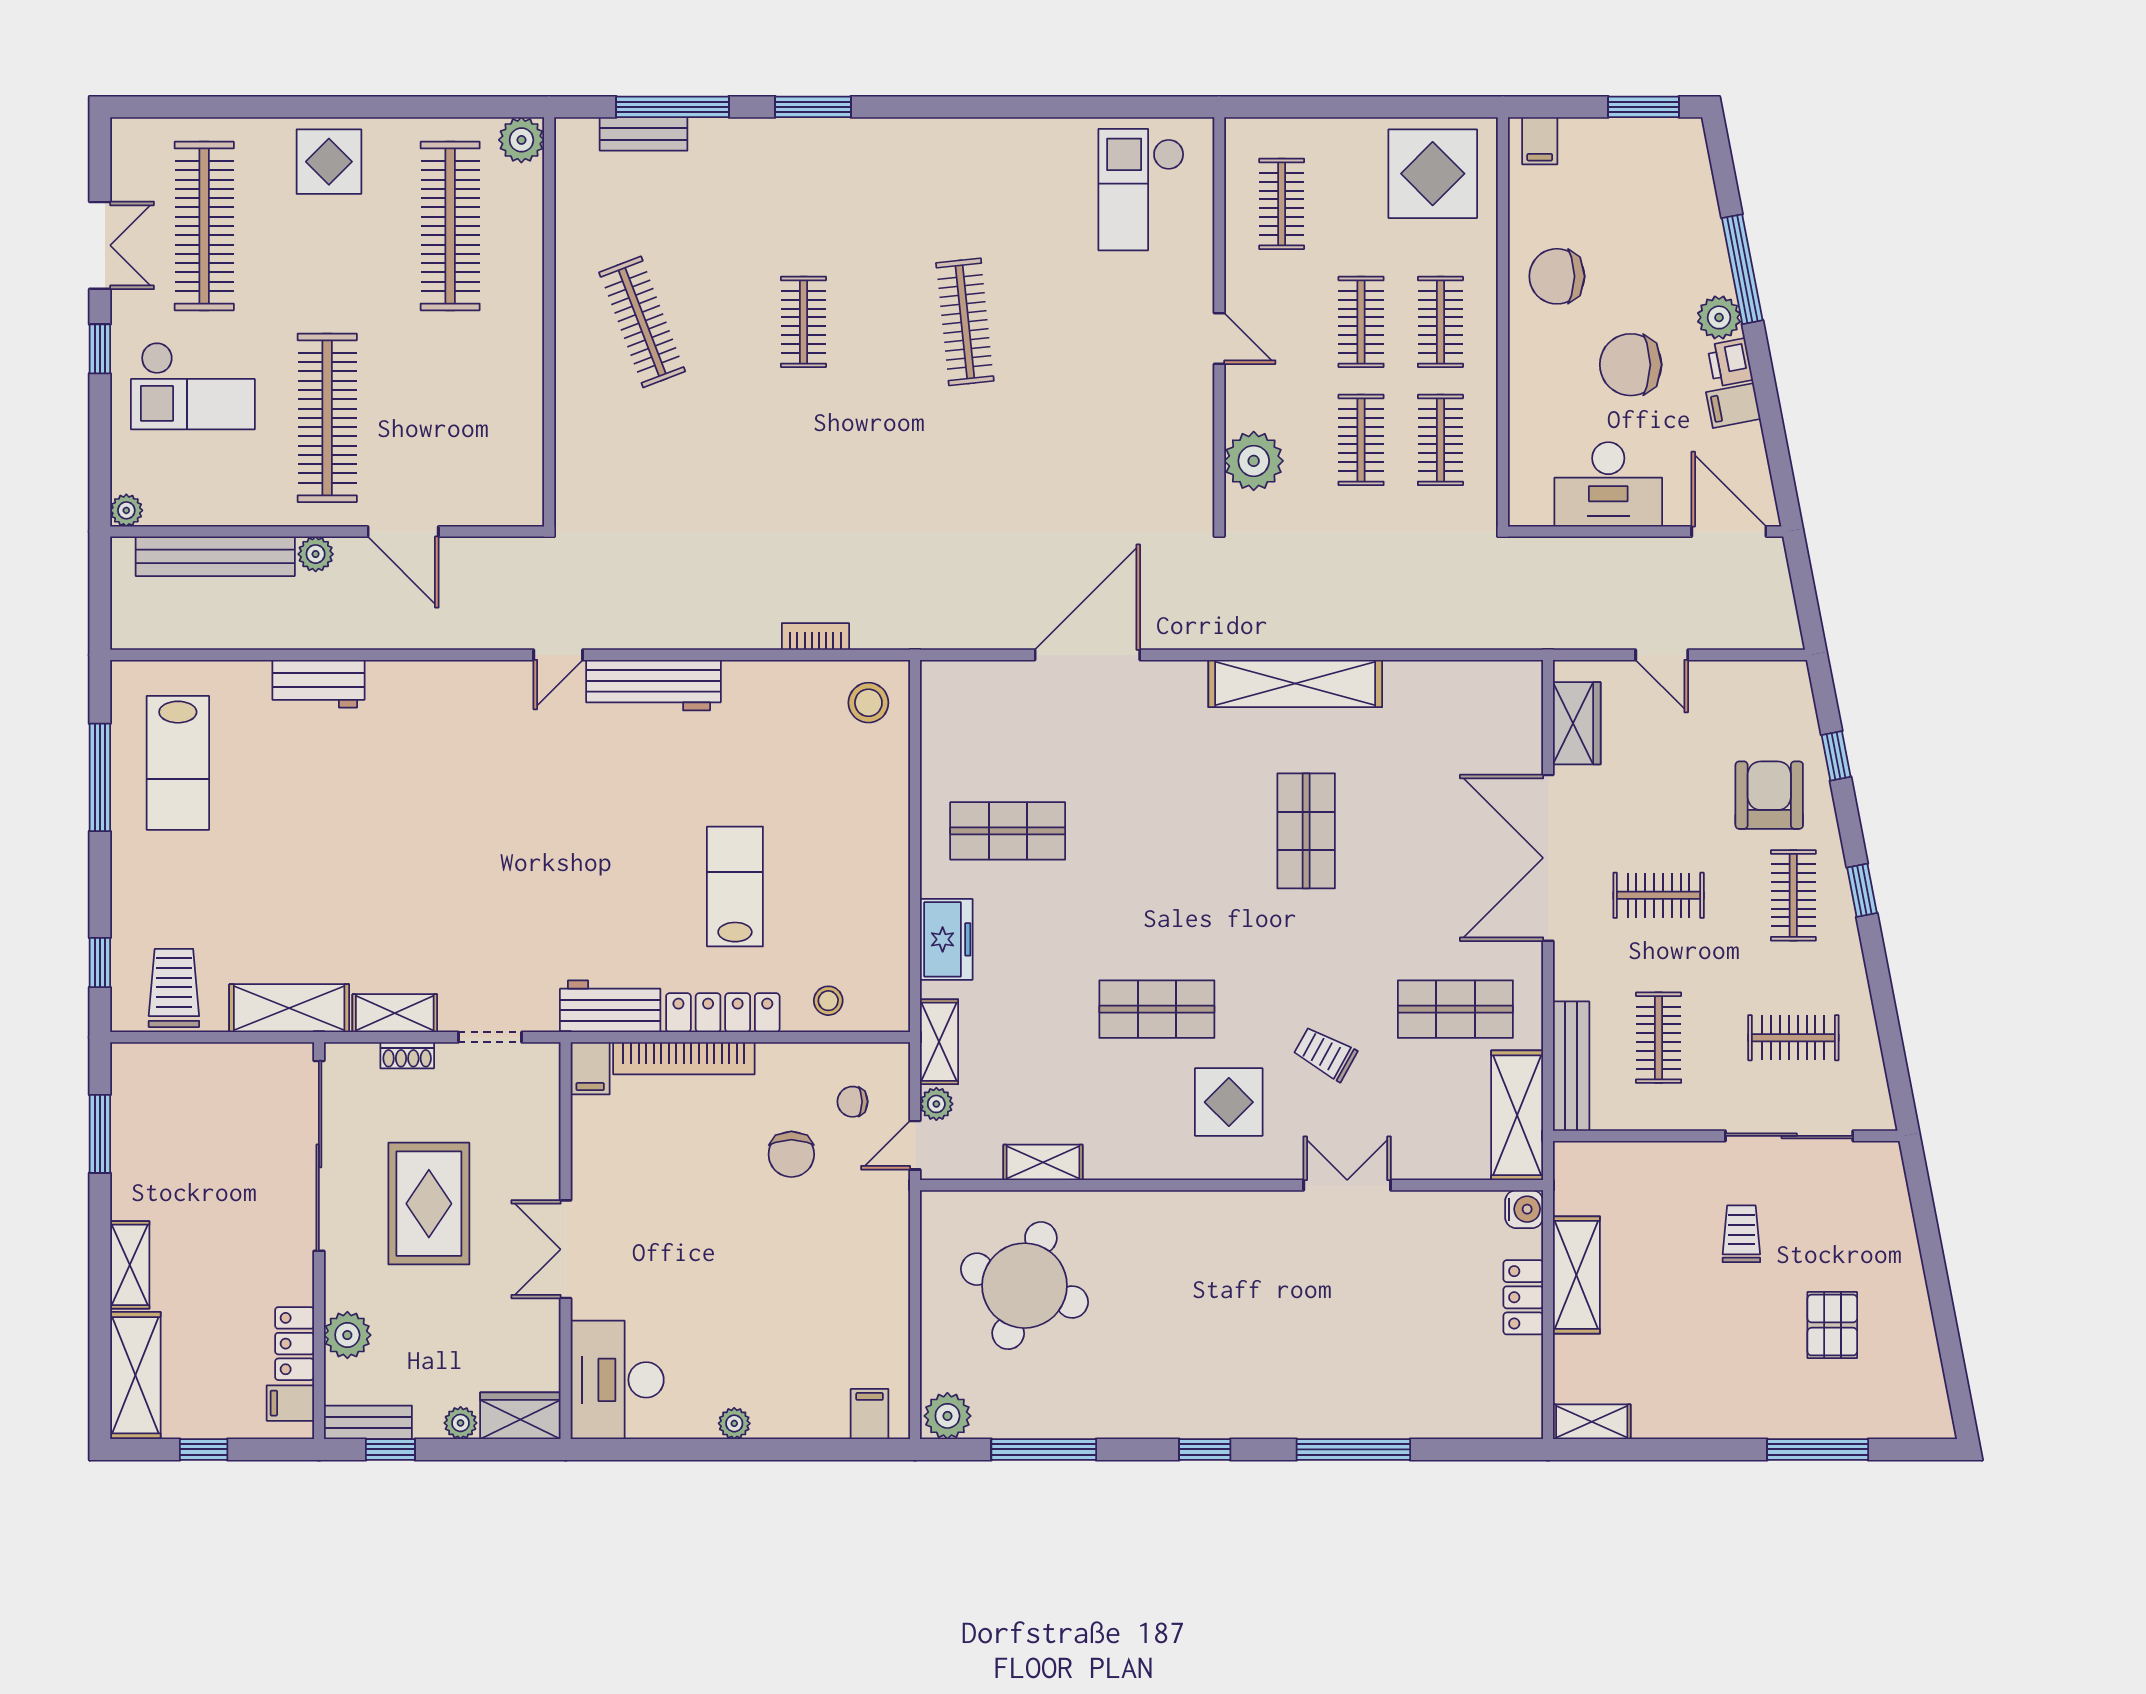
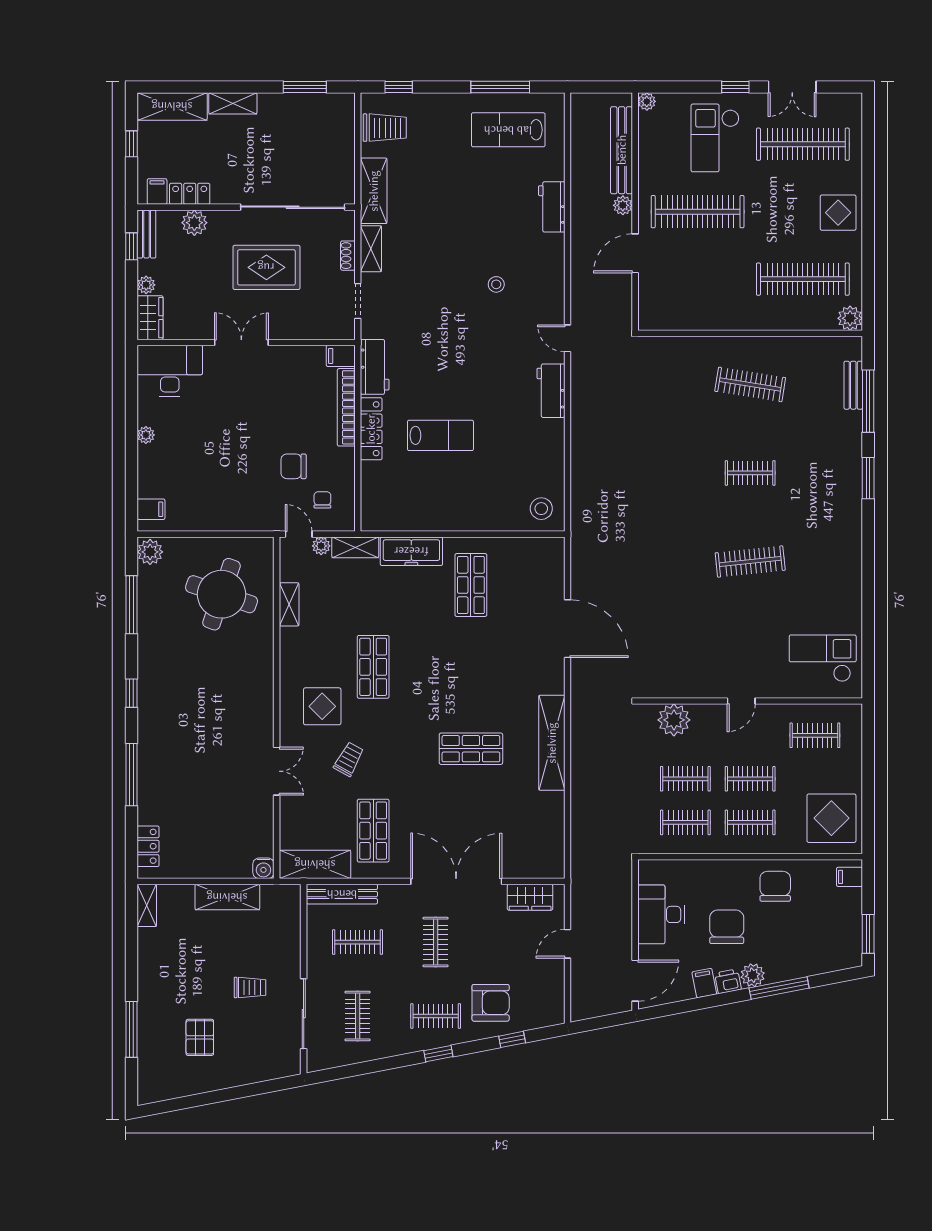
clothes rail: (642, 322) -> (750, 384), turned 30
bookcase: (815, 636) -> (578, 480), removed
workbench: (653, 685) -> (551, 391), width x0.73
freezer: (946, 939) -> (411, 551), width x1.40
stool: (828, 1001) -> (496, 284), moved
locker: (1523, 1297) -> (148, 846), moved, turned 90
pallet: (1832, 1325) -> (200, 1037), turned 90

